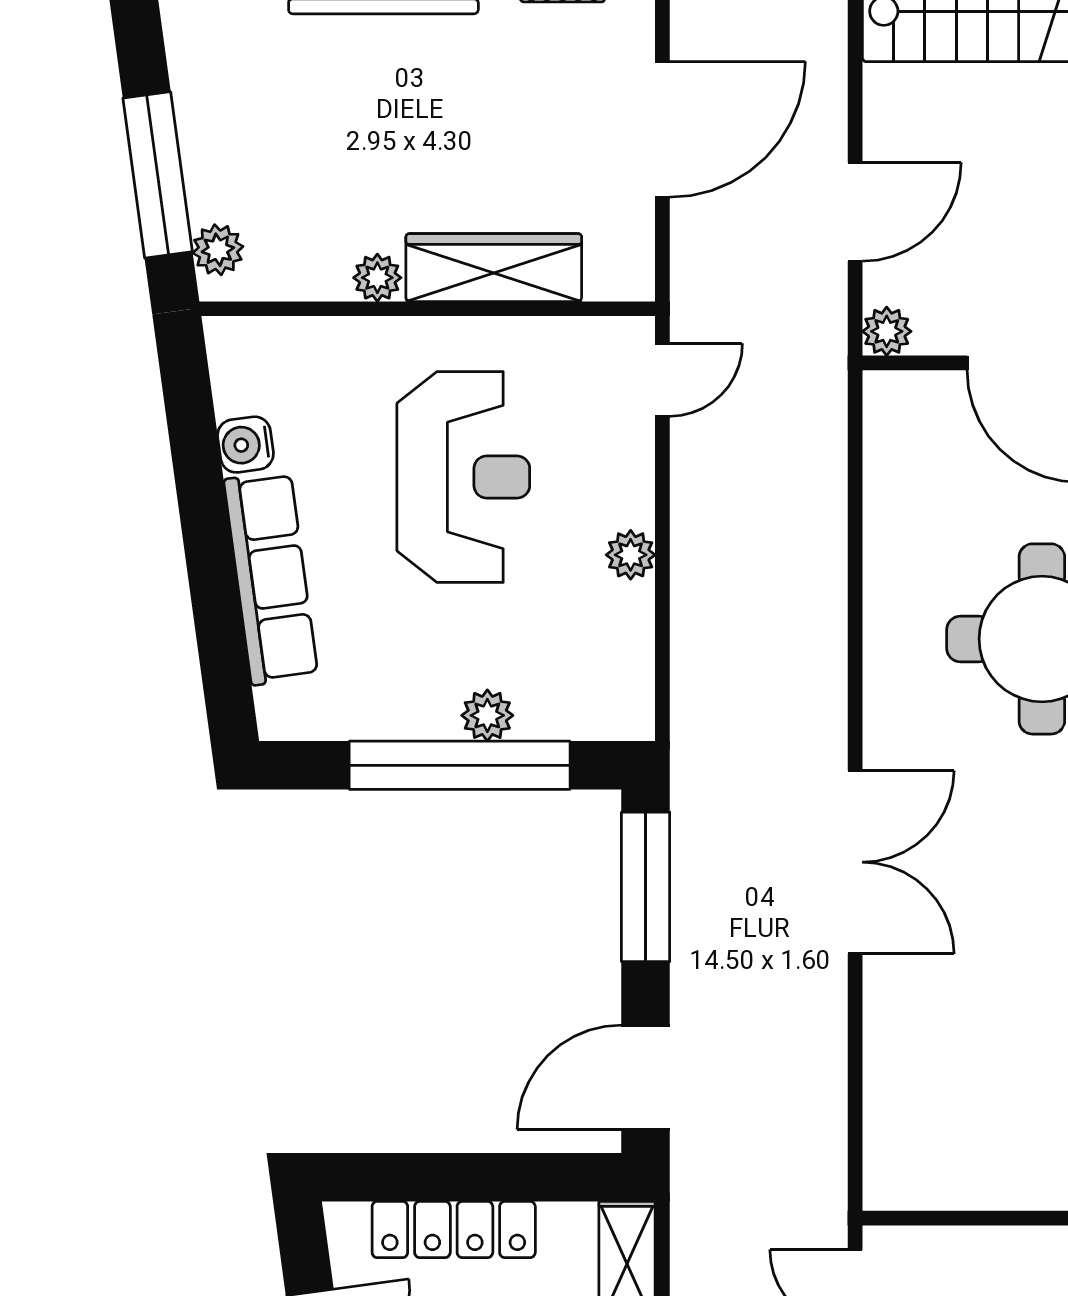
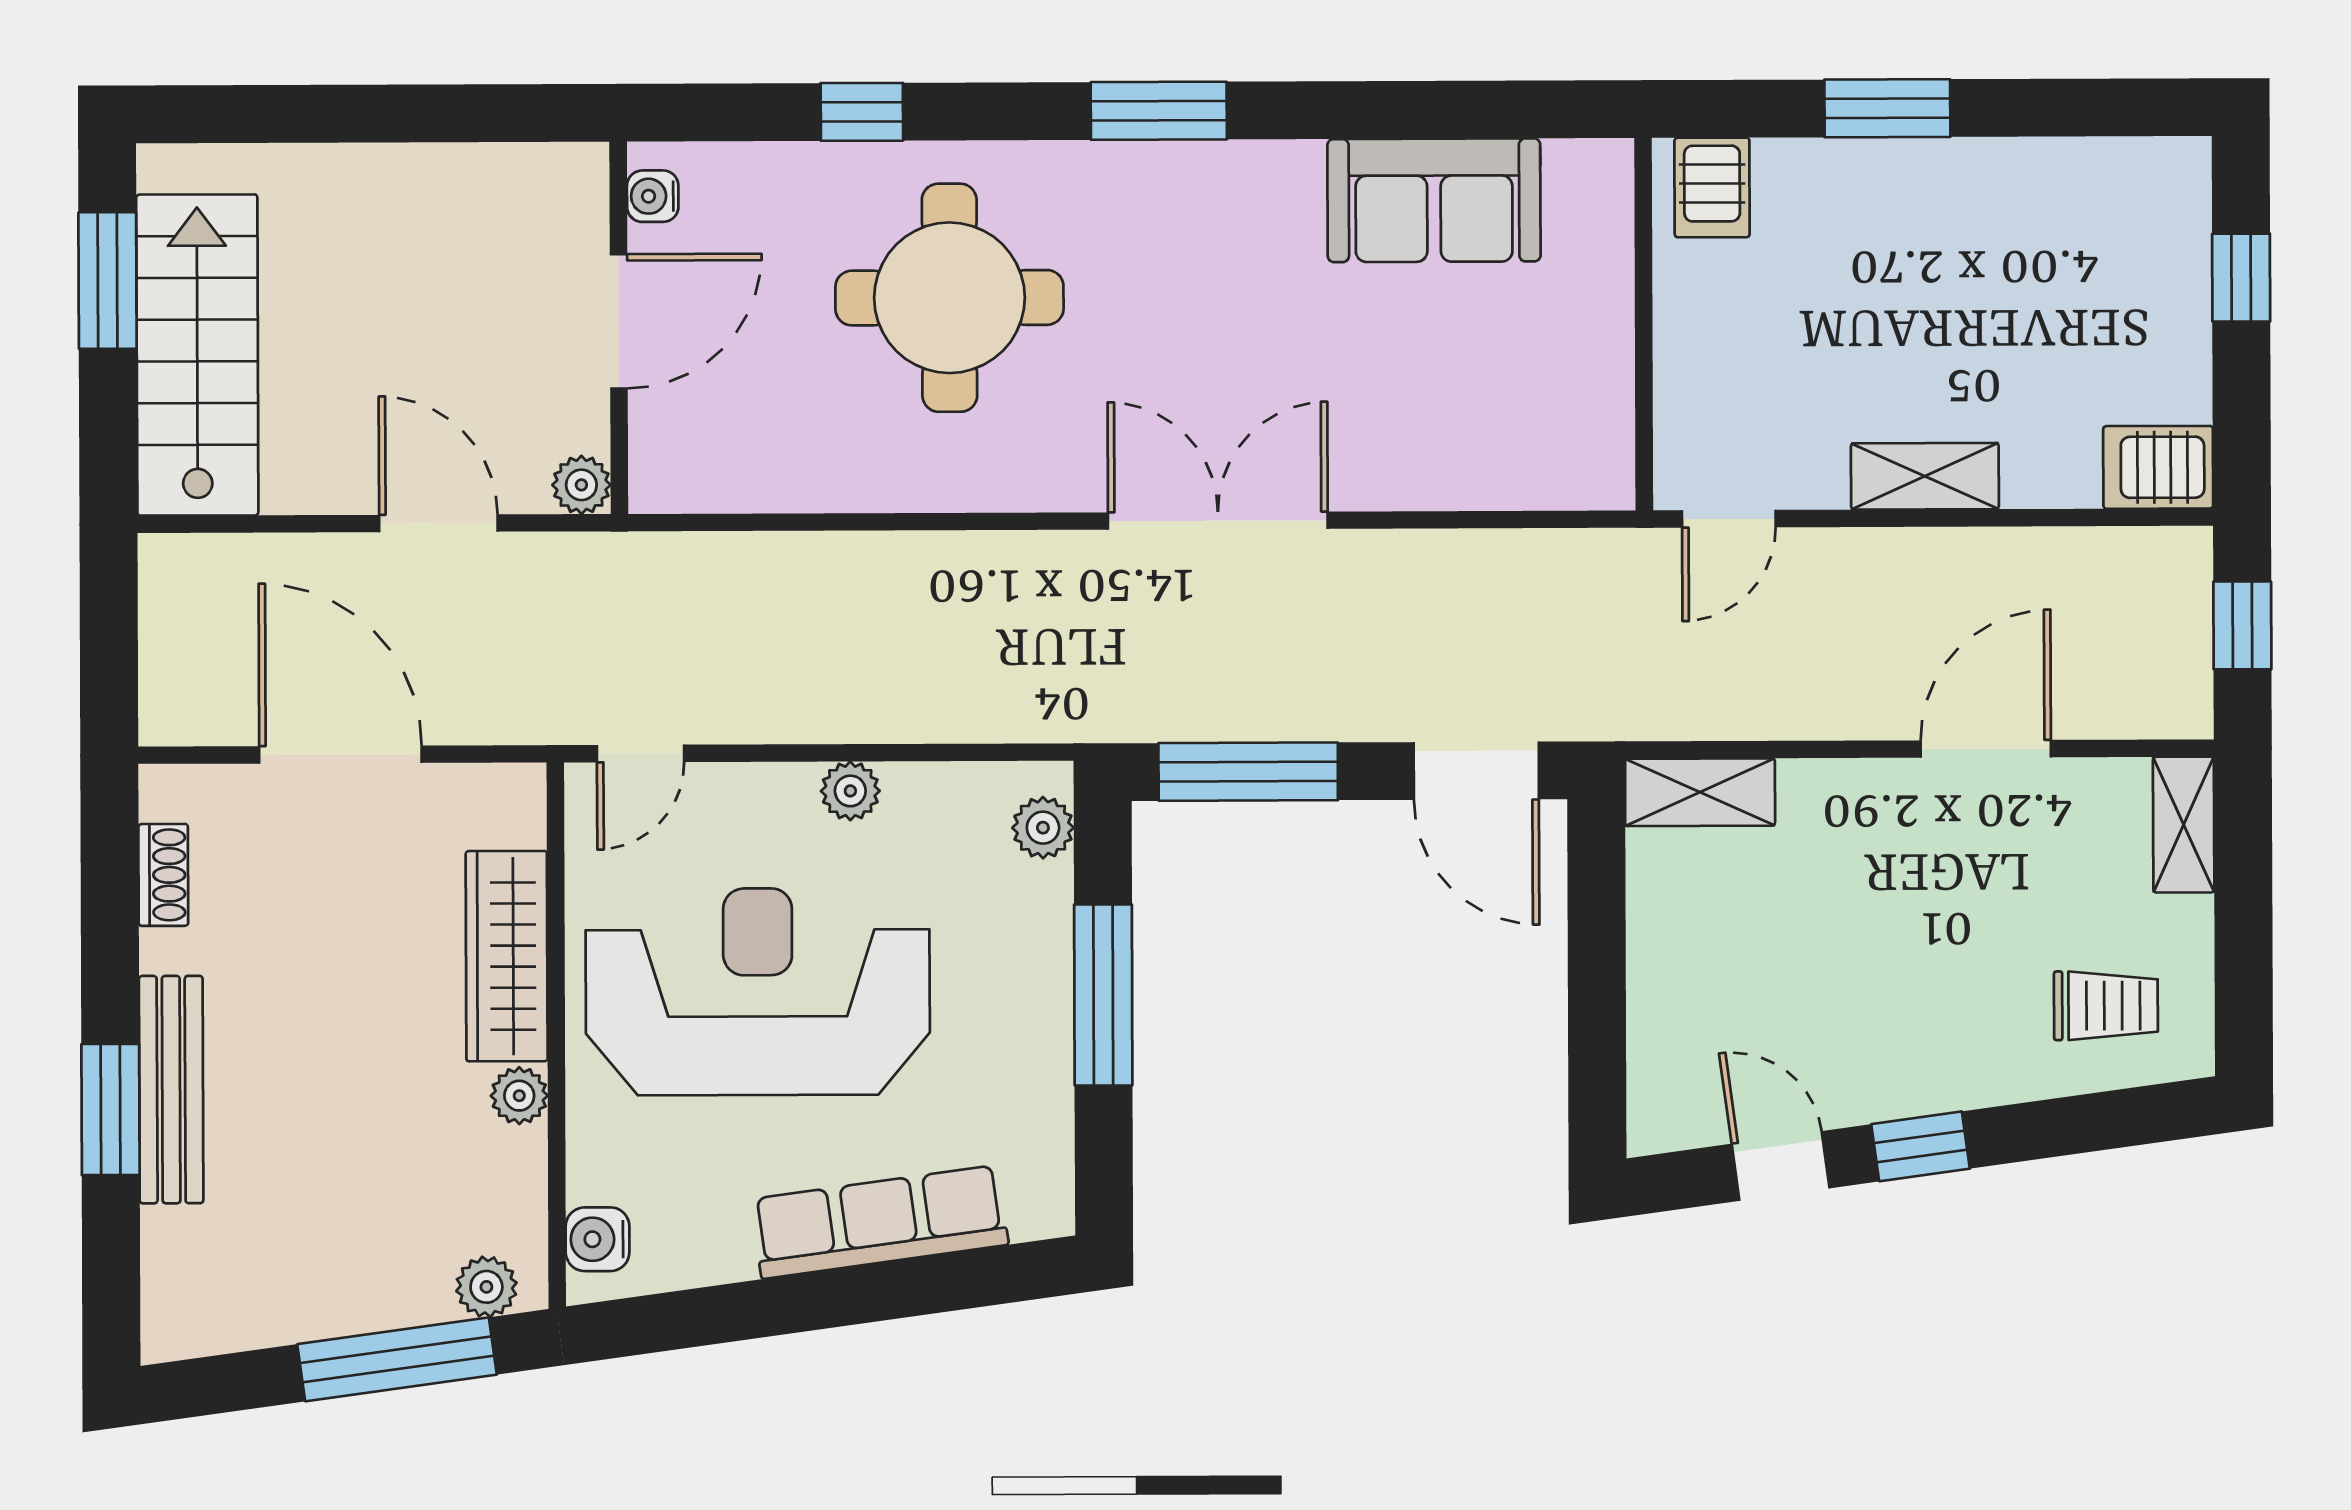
door: (662, 380) -> (641, 754), swing flipped
water cooler: (245, 445) -> (598, 1239), moved, turned 98
reception desk: (463, 477) -> (758, 992), width x1.36, depth x1.30
plant: (487, 715) -> (1043, 828), moved
window: (460, 765) -> (1103, 995), width x0.68
locker: (454, 1229) -> (1660, 1000), removed

